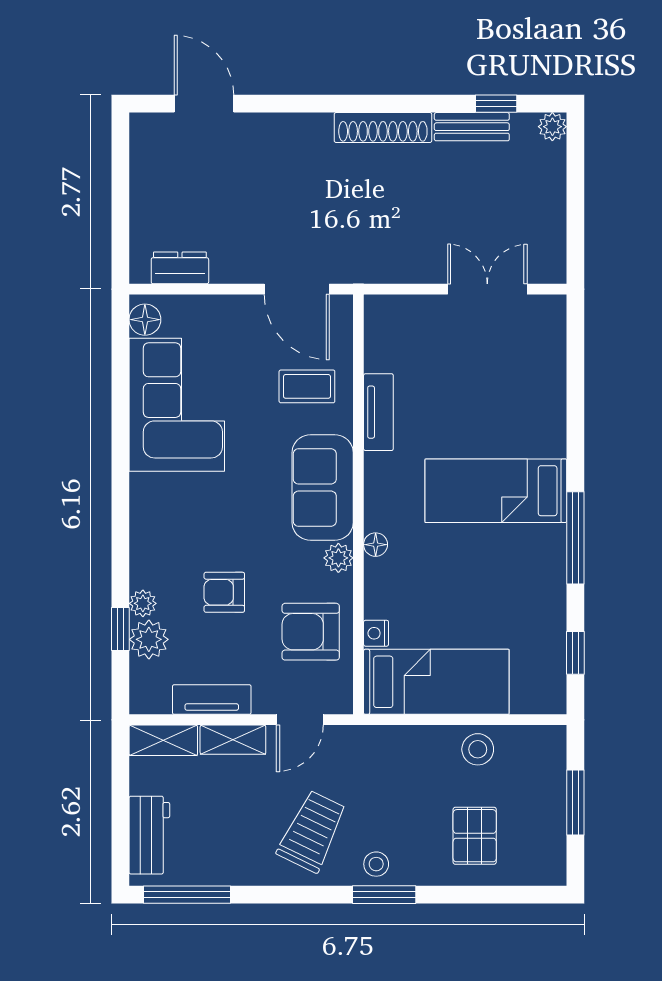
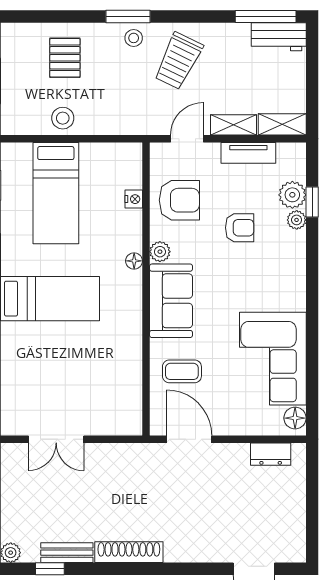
tv unit: (378, 412) -> (132, 353), removed
bed: (436, 682) -> (56, 193), moved, turned -90
workbench: (149, 835) -> (279, 37), moved, turned -90

